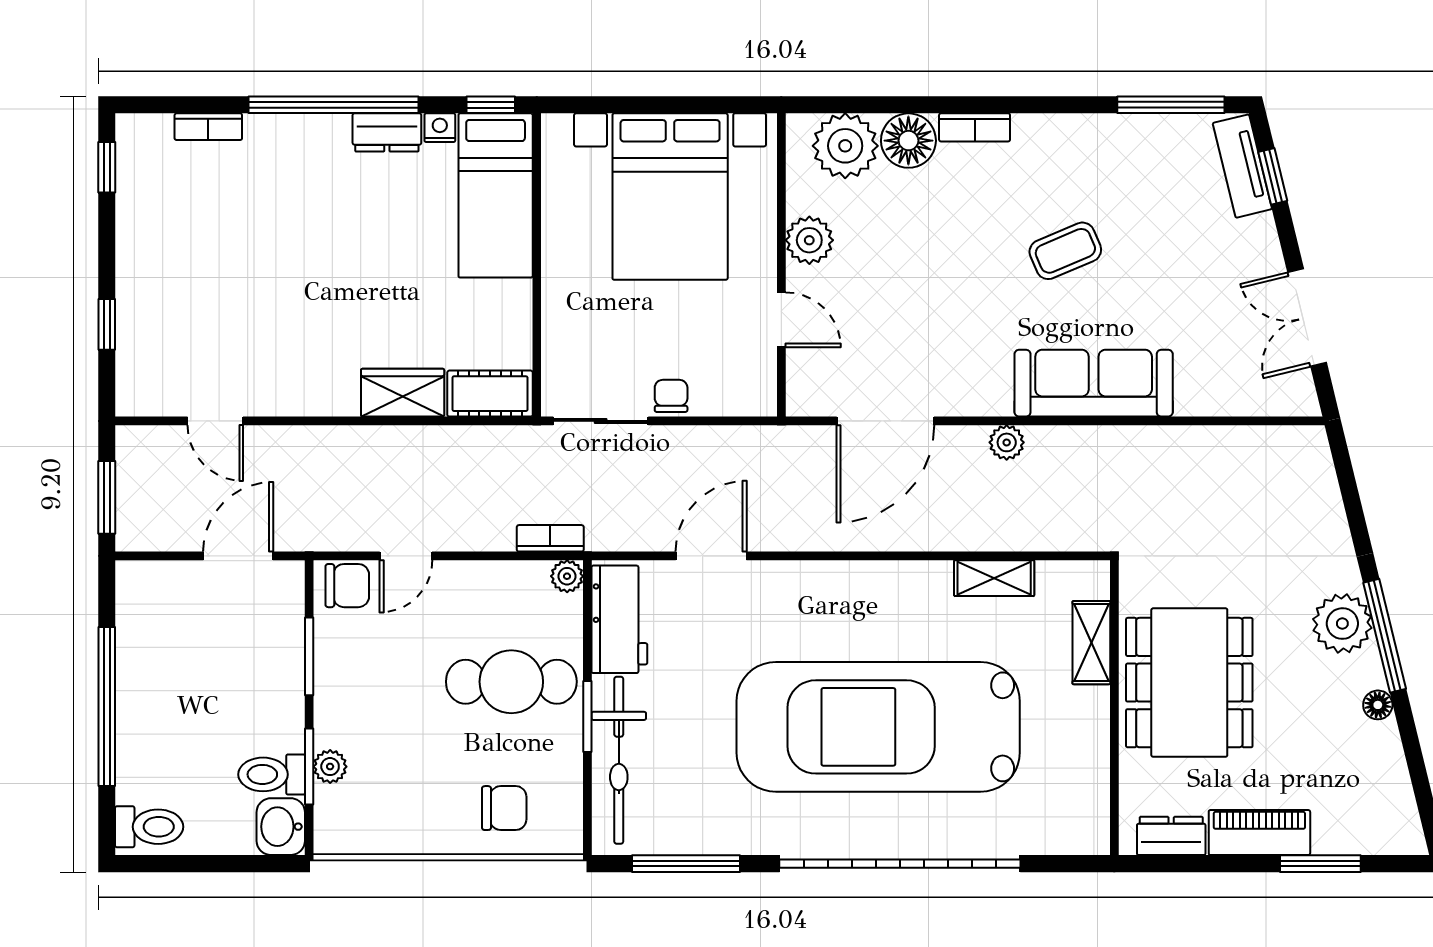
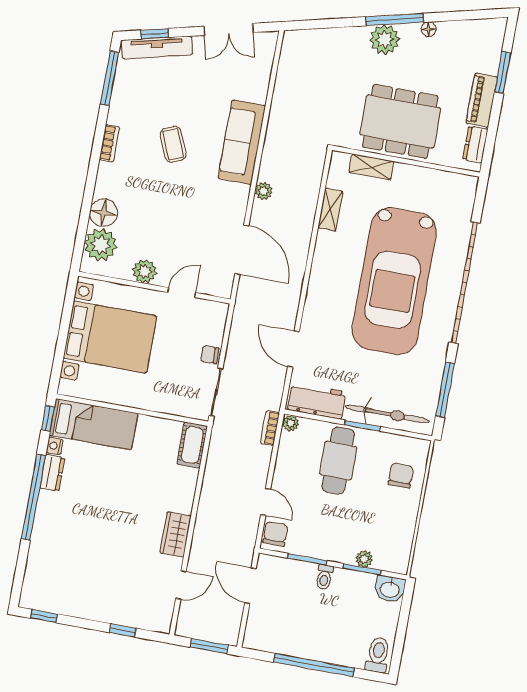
bookcase: (208, 127) -> (33, 562), removed
bookcase: (975, 127) -> (109, 143), moved
tv unit: (1242, 166) -> (157, 47), width x1.41
wardrobe: (403, 393) -> (175, 534), moved
toilet: (272, 774) -> (324, 577), moved, width x0.73, depth x0.72

